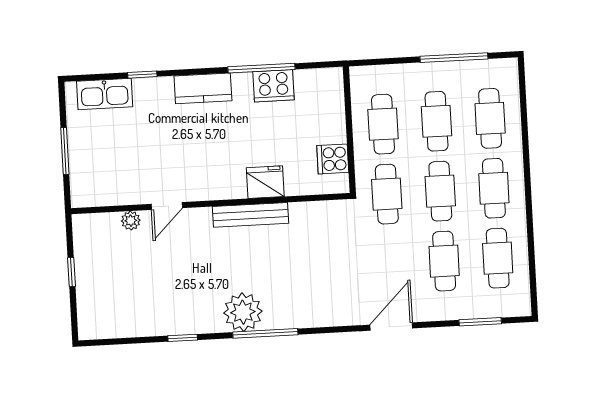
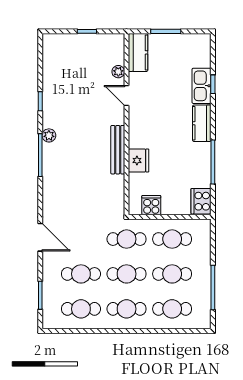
cooker: (273, 86) -> (201, 201), moved
kitchen sink: (105, 94) -> (202, 86), moved
kitchen counter: (100, 192) -> (138, 52), added
plant: (243, 312) -> (49, 135), width x0.53, depth x0.53

